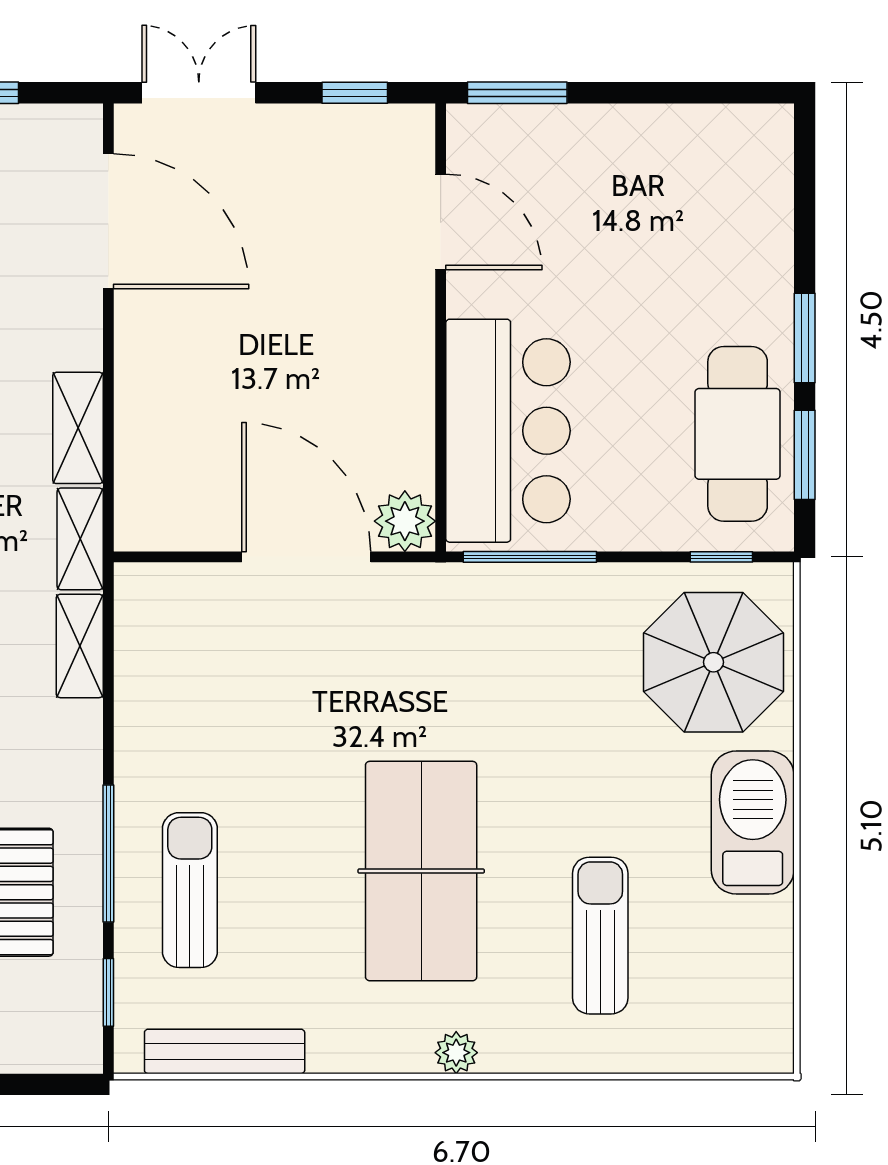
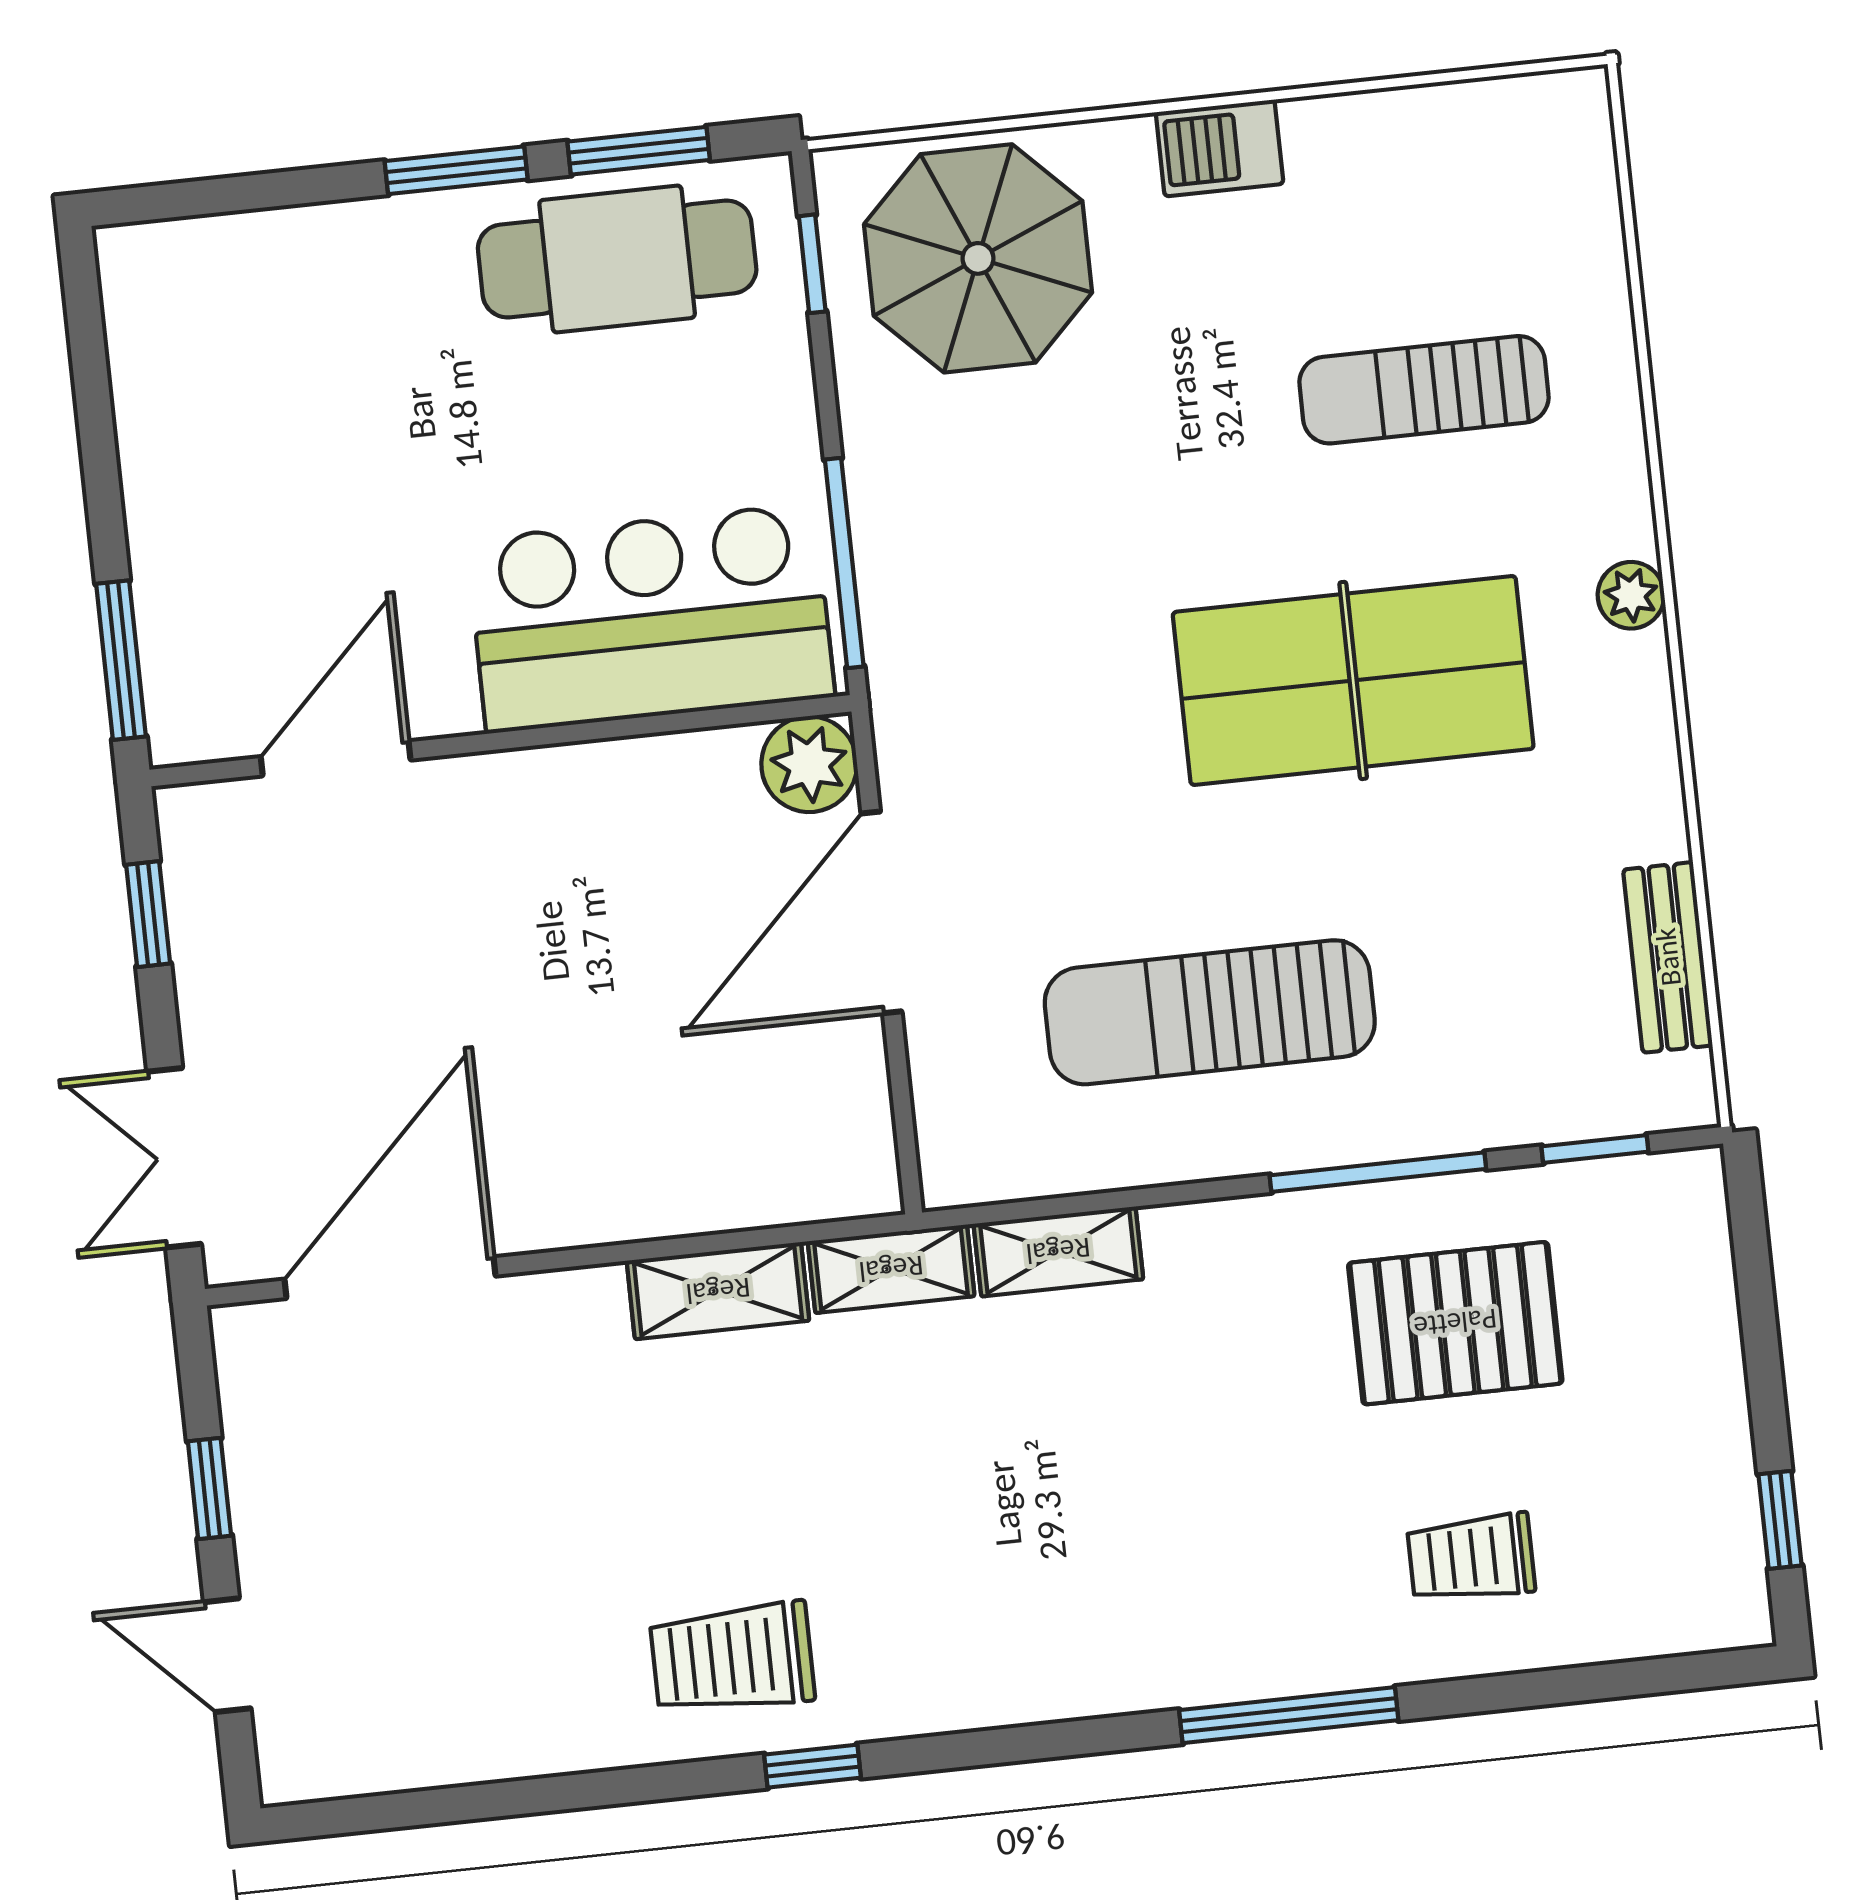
barbecue: (753, 823) -> (1220, 148), width x0.53, depth x0.65
sun lounger: (190, 890) -> (1210, 1012), moved, width x1.36, depth x1.34
bench: (225, 1051) -> (1668, 957), width x0.73

